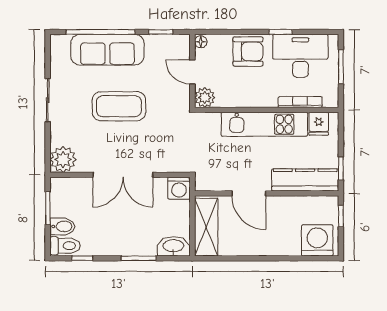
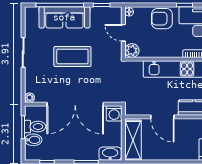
armchair: (248, 51) -> (162, 19), turned 180
plant: (63, 159) -> (29, 98), width x0.53, depth x0.53
double door: (123, 175) -> (75, 104), width x1.36
toilet: (65, 246) -> (35, 126), moved

